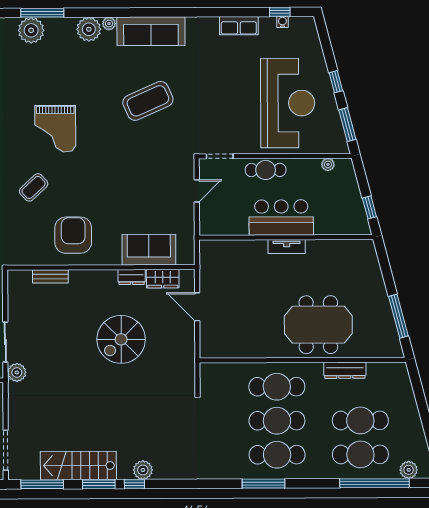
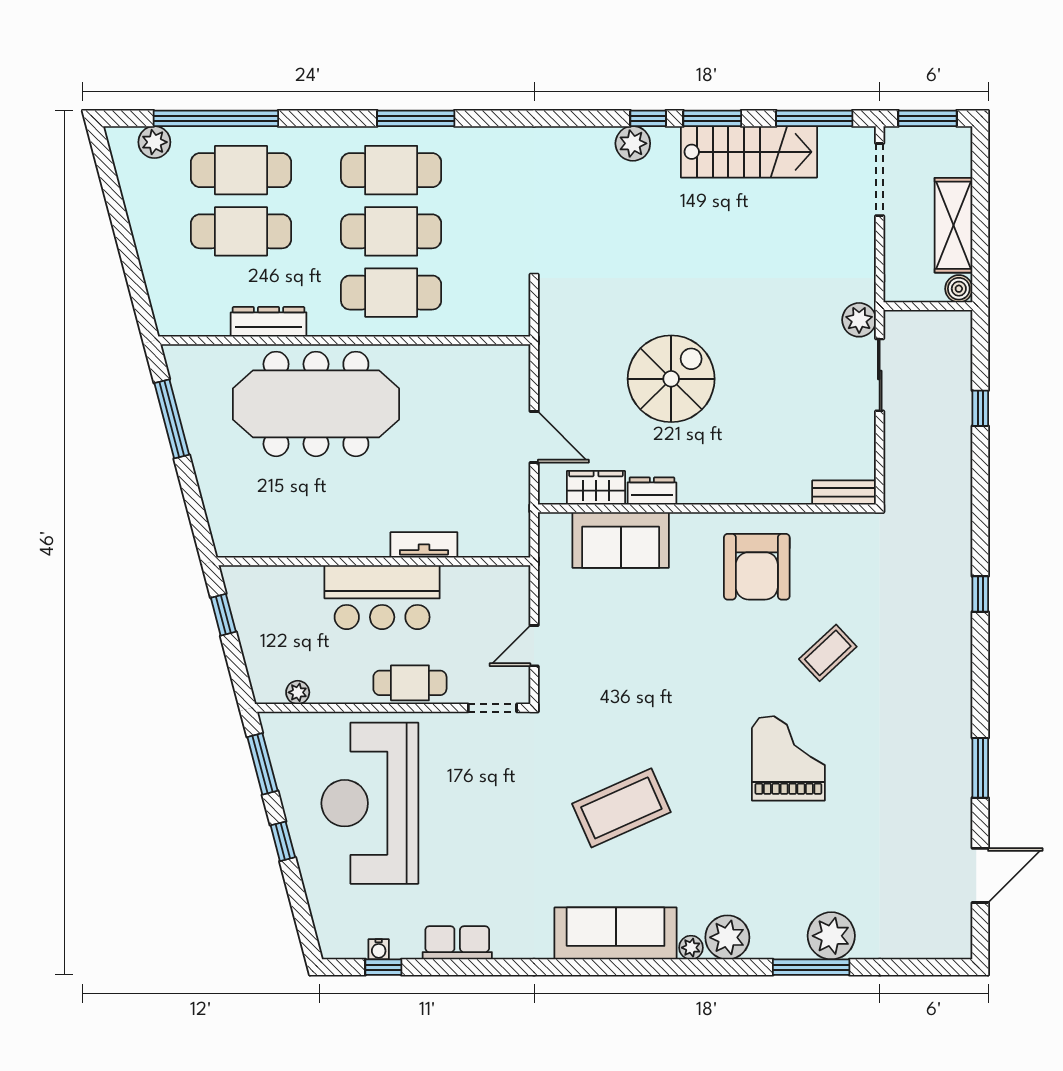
tv unit: (287, 247) -> (424, 545), moved
bench: (50, 276) -> (844, 493), moved
meeting table: (318, 325) -> (316, 404), width x1.36

